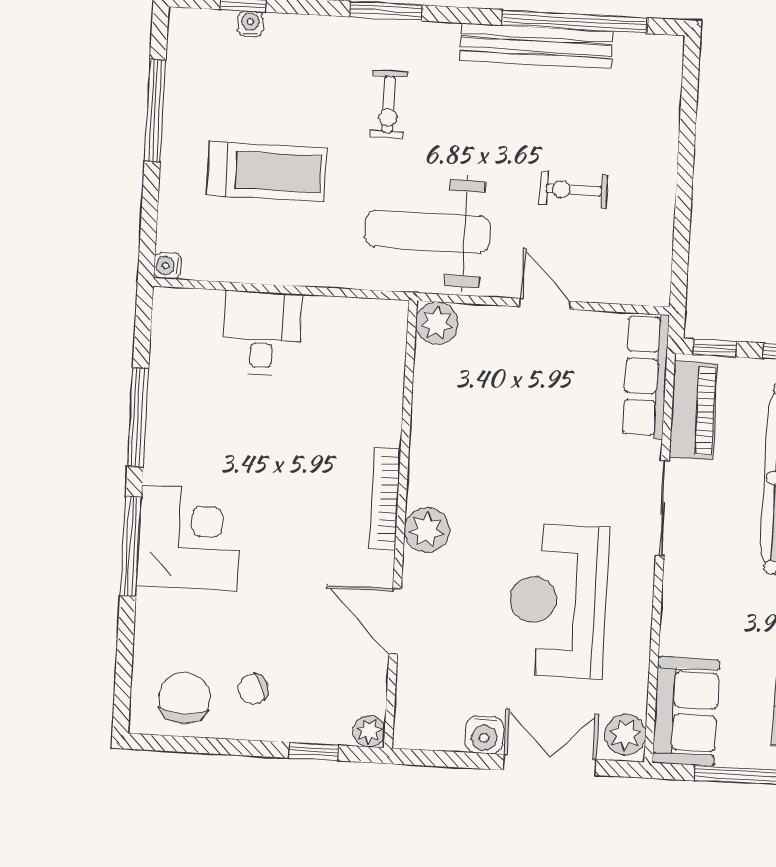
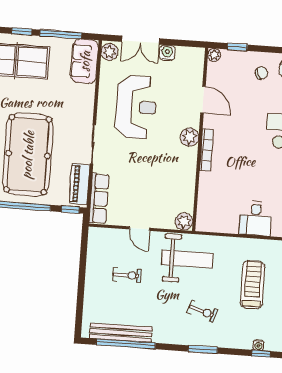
bench: (536, 46) -> (121, 333), moved
exercise bike: (388, 104) -> (202, 311), turned 107
treadmill: (267, 171) -> (253, 285), turned 90

